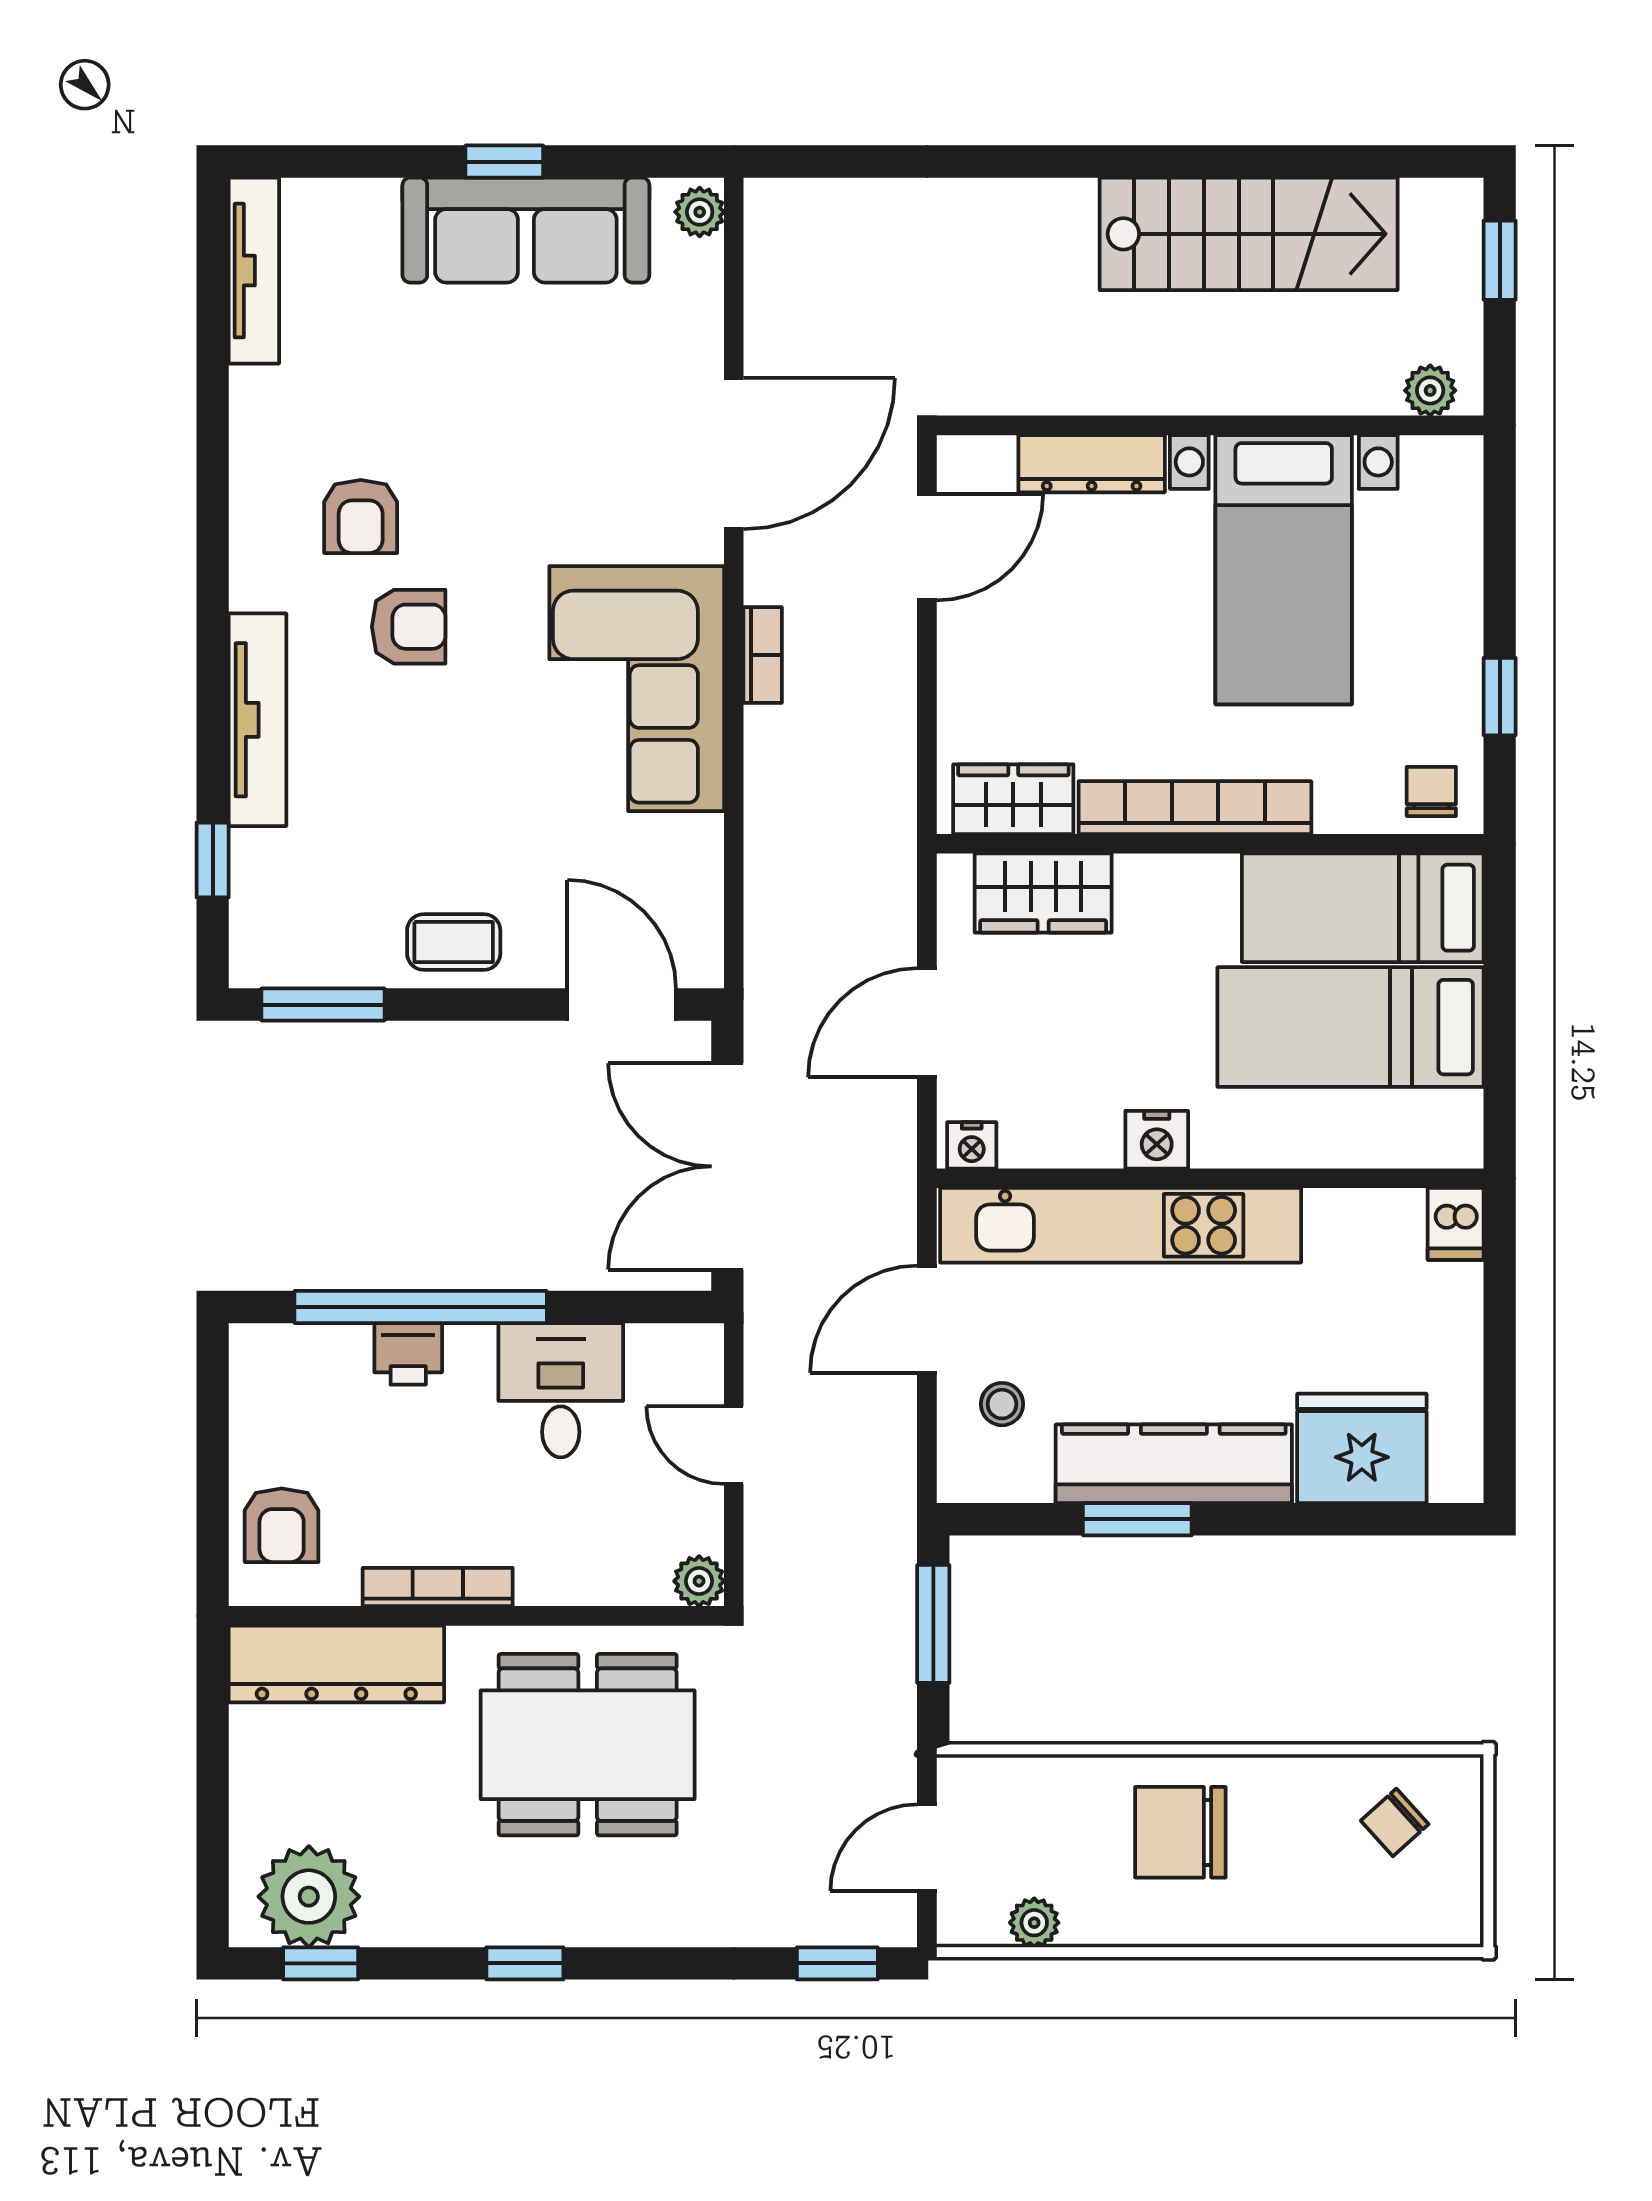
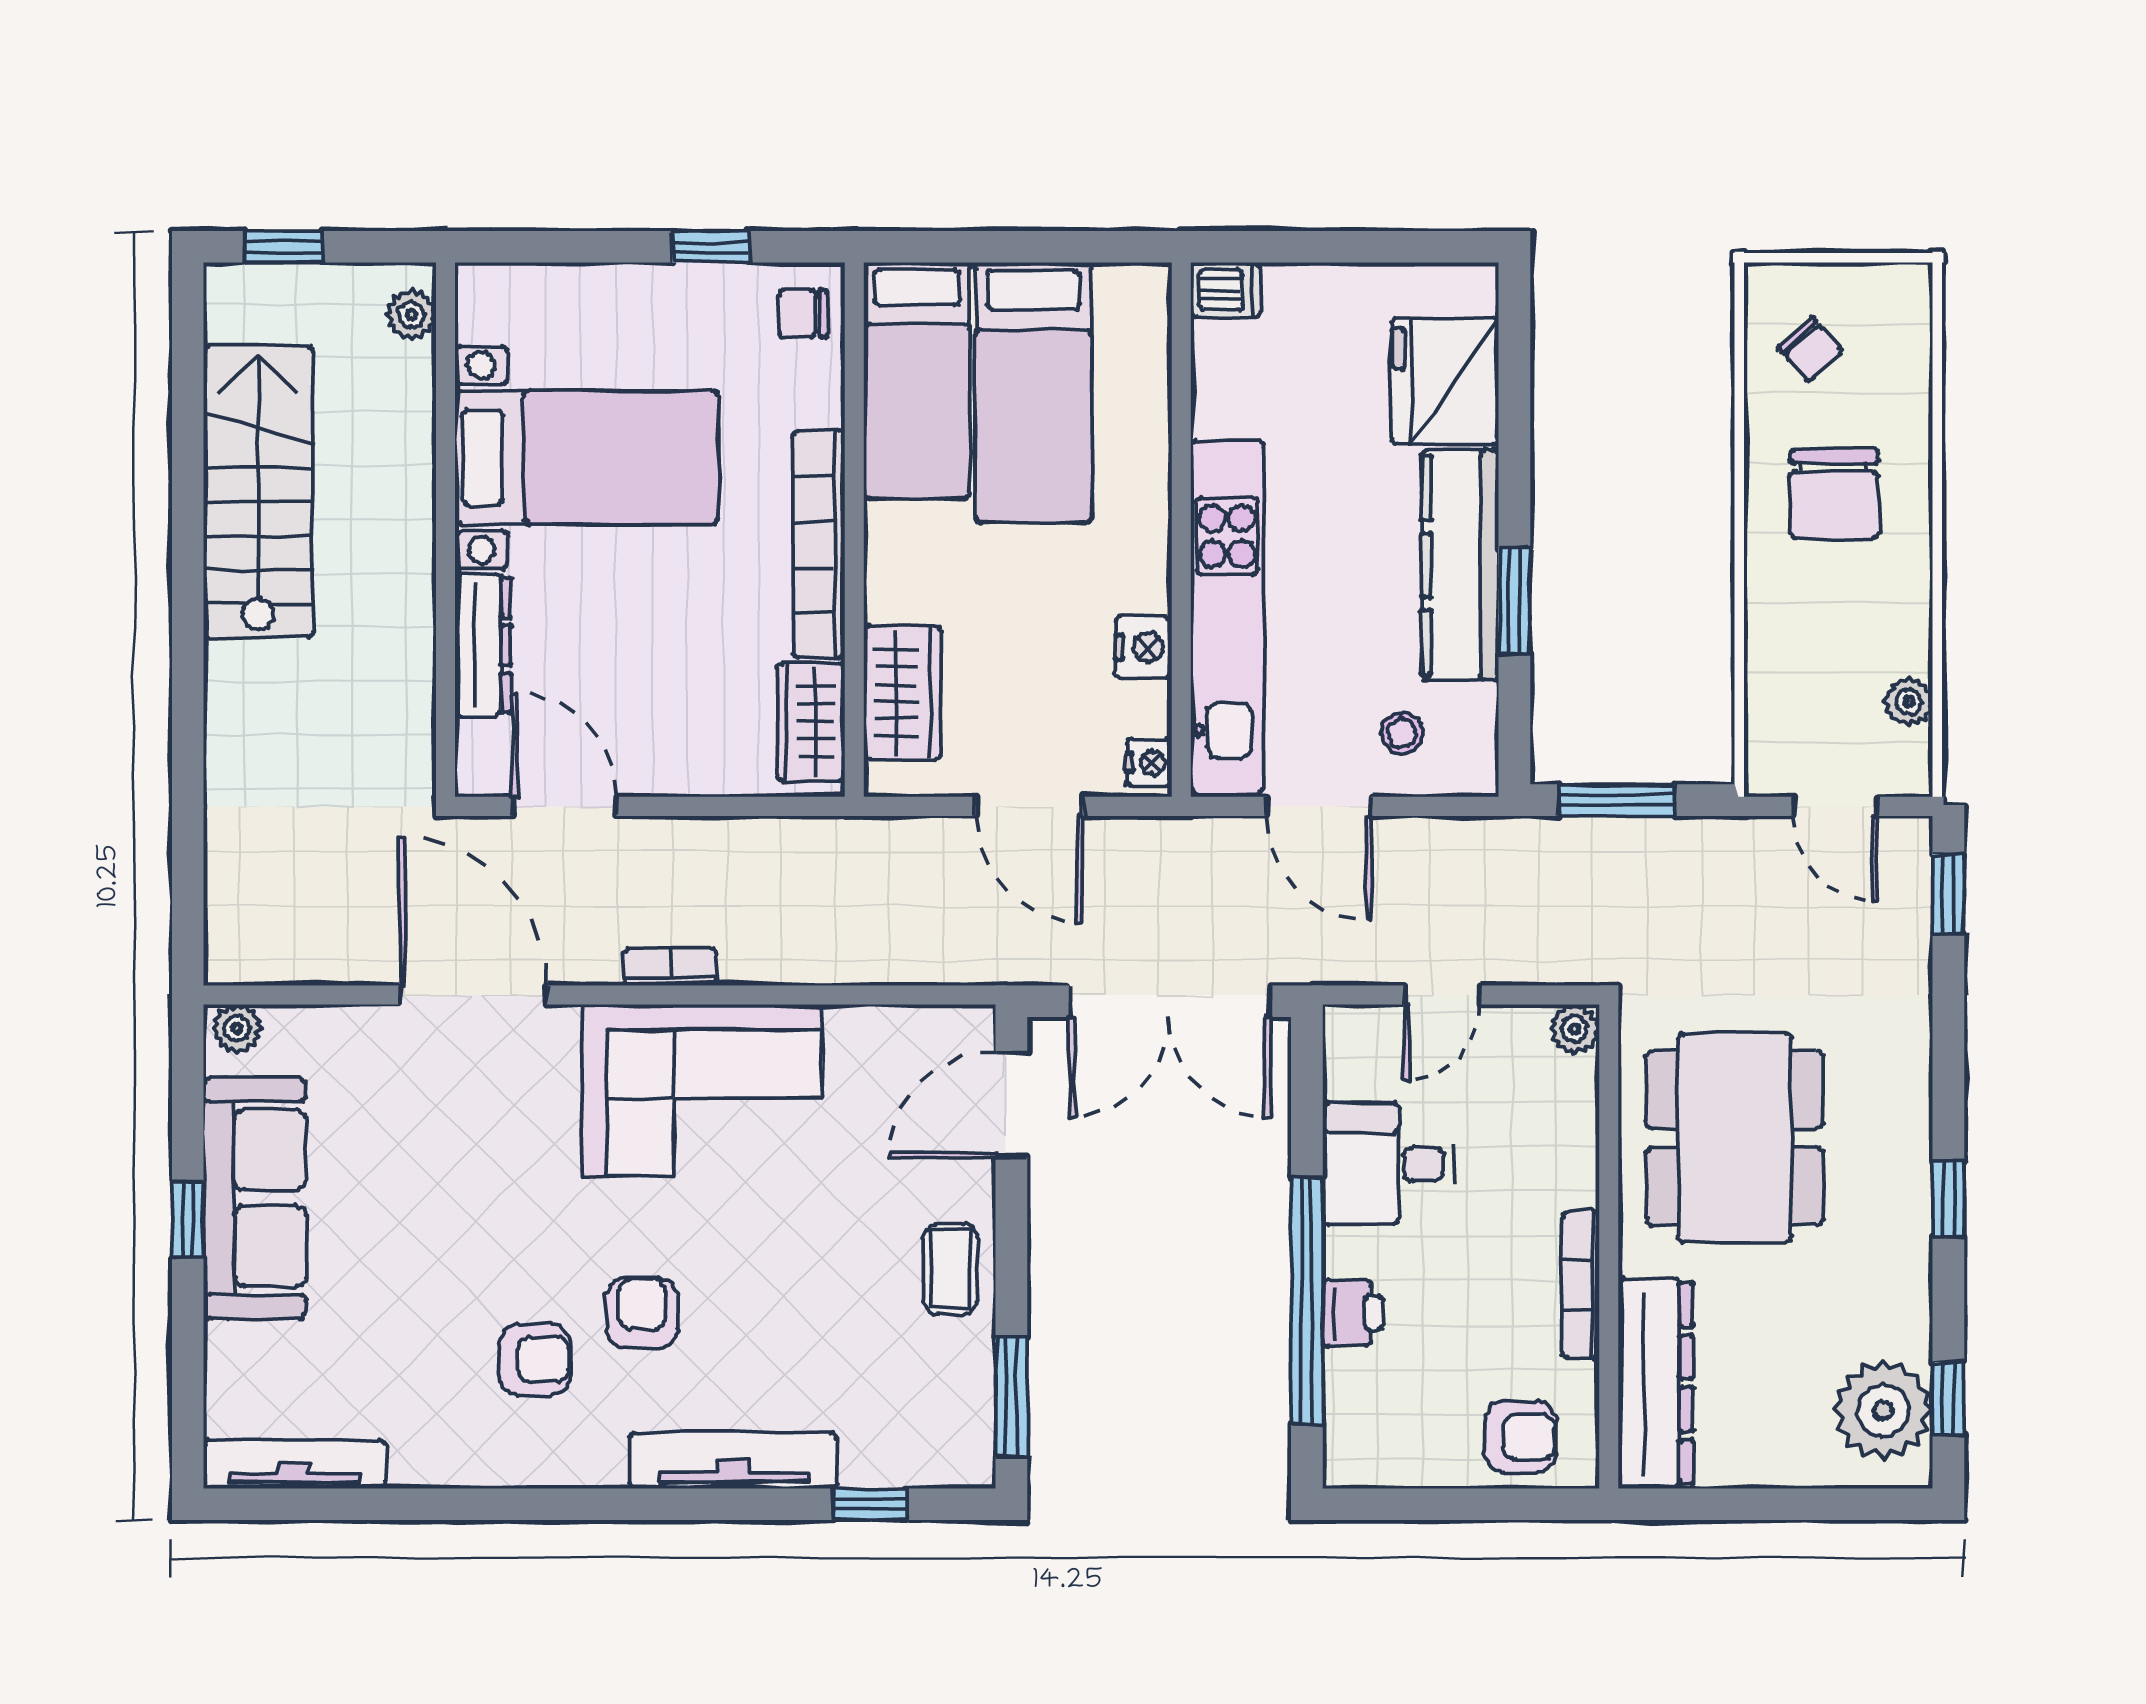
nightstand: (1157, 1140) -> (1144, 647), moved
chair: (1180, 1832) -> (1834, 494), moved

